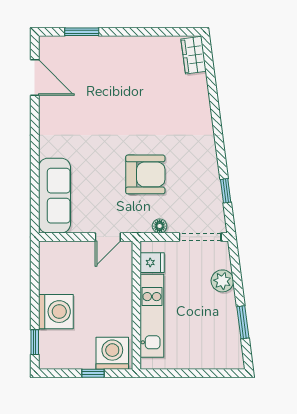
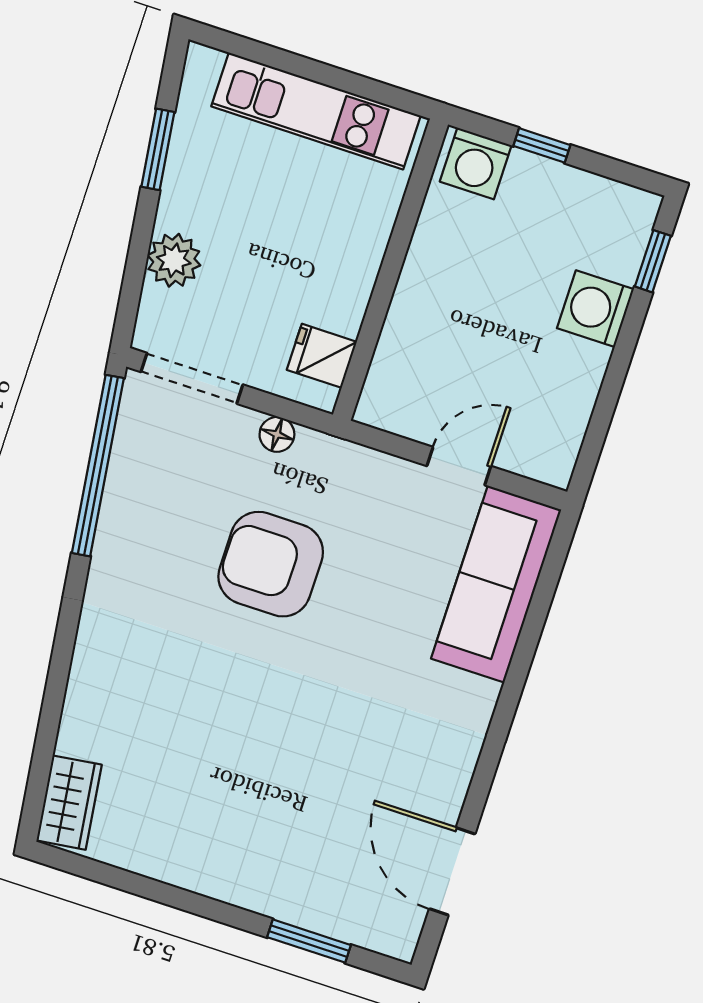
window: (226, 191) -> (98, 466), width x3.17
door: (108, 237) -> (459, 466), moved
washing machine: (56, 312) -> (595, 309), width x0.73, depth x0.73
kitchen unit: (152, 316) -> (316, 111), moved, turned -90
washing machine: (112, 353) -> (476, 163), width x0.73, depth x0.73

